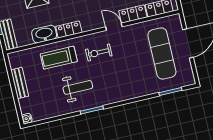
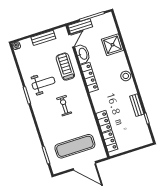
door: (114, 27) -> (71, 41), moved
locker: (69, 29) -> (89, 77), width x1.53
exercise bike: (99, 53) -> (64, 106), moved
weight bench: (78, 87) -> (43, 83), turned -90

